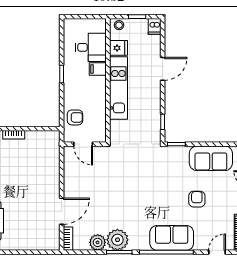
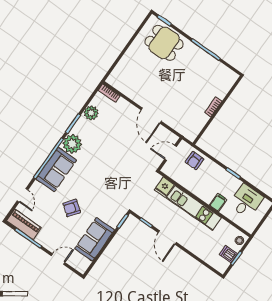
dishwasher: (155, 26) -> (228, 254), moved
desk: (91, 47) -> (246, 201), moved, turned 180
fridge: (119, 48) -> (164, 187), moved
door: (163, 69) -> (167, 238), moved
armchair: (197, 199) -> (72, 208), turned 127
door: (62, 211) -> (151, 116), moved
plant: (117, 240) -> (72, 144), moved

